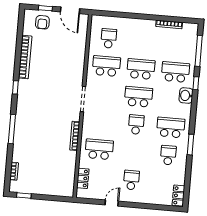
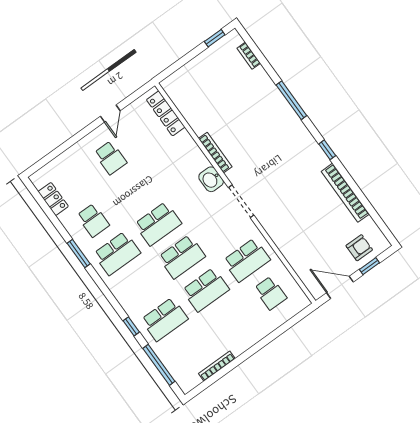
armchair: (42, 22) -> (359, 248), turned 90
washbasin: (186, 96) -> (211, 179), moved, turned 180
school desk: (136, 125) -> (158, 224), width x1.85
school desk: (99, 149) -> (175, 161), removed
locker: (83, 178) -> (166, 113), width x1.53
locker: (178, 196) -> (53, 199), moved

